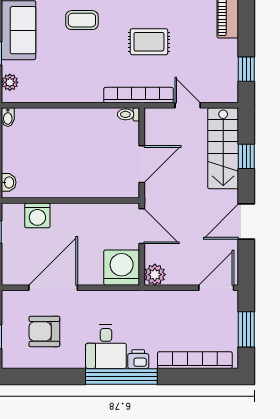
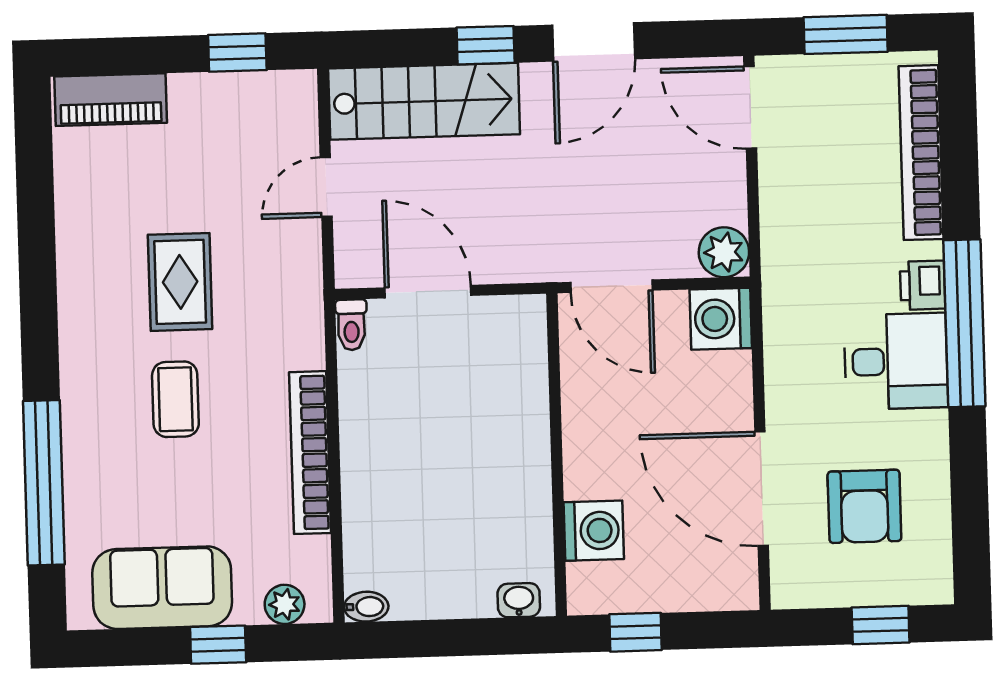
coffee table: (82, 20) -> (175, 399), moved
bookcase: (139, 95) -> (310, 453), moved
window: (246, 156) -> (486, 45), moved
door: (142, 164) -> (428, 292), moved
door: (246, 222) -> (594, 42), hinge flipped
door: (142, 226) -> (611, 286), swing flipped
washing machine: (122, 268) -> (721, 319), width x0.73, depth x0.73

